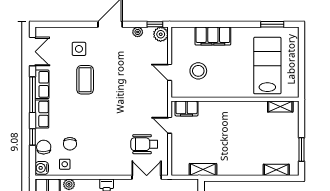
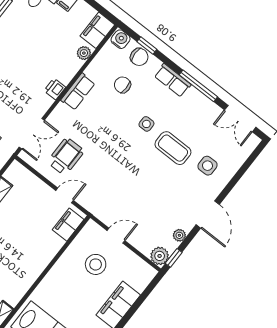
row of seats: (42, 84) -> (78, 92), moved, turned -90
window: (33, 137) -> (147, 45), moved
side table: (65, 164) -> (146, 124), moved

